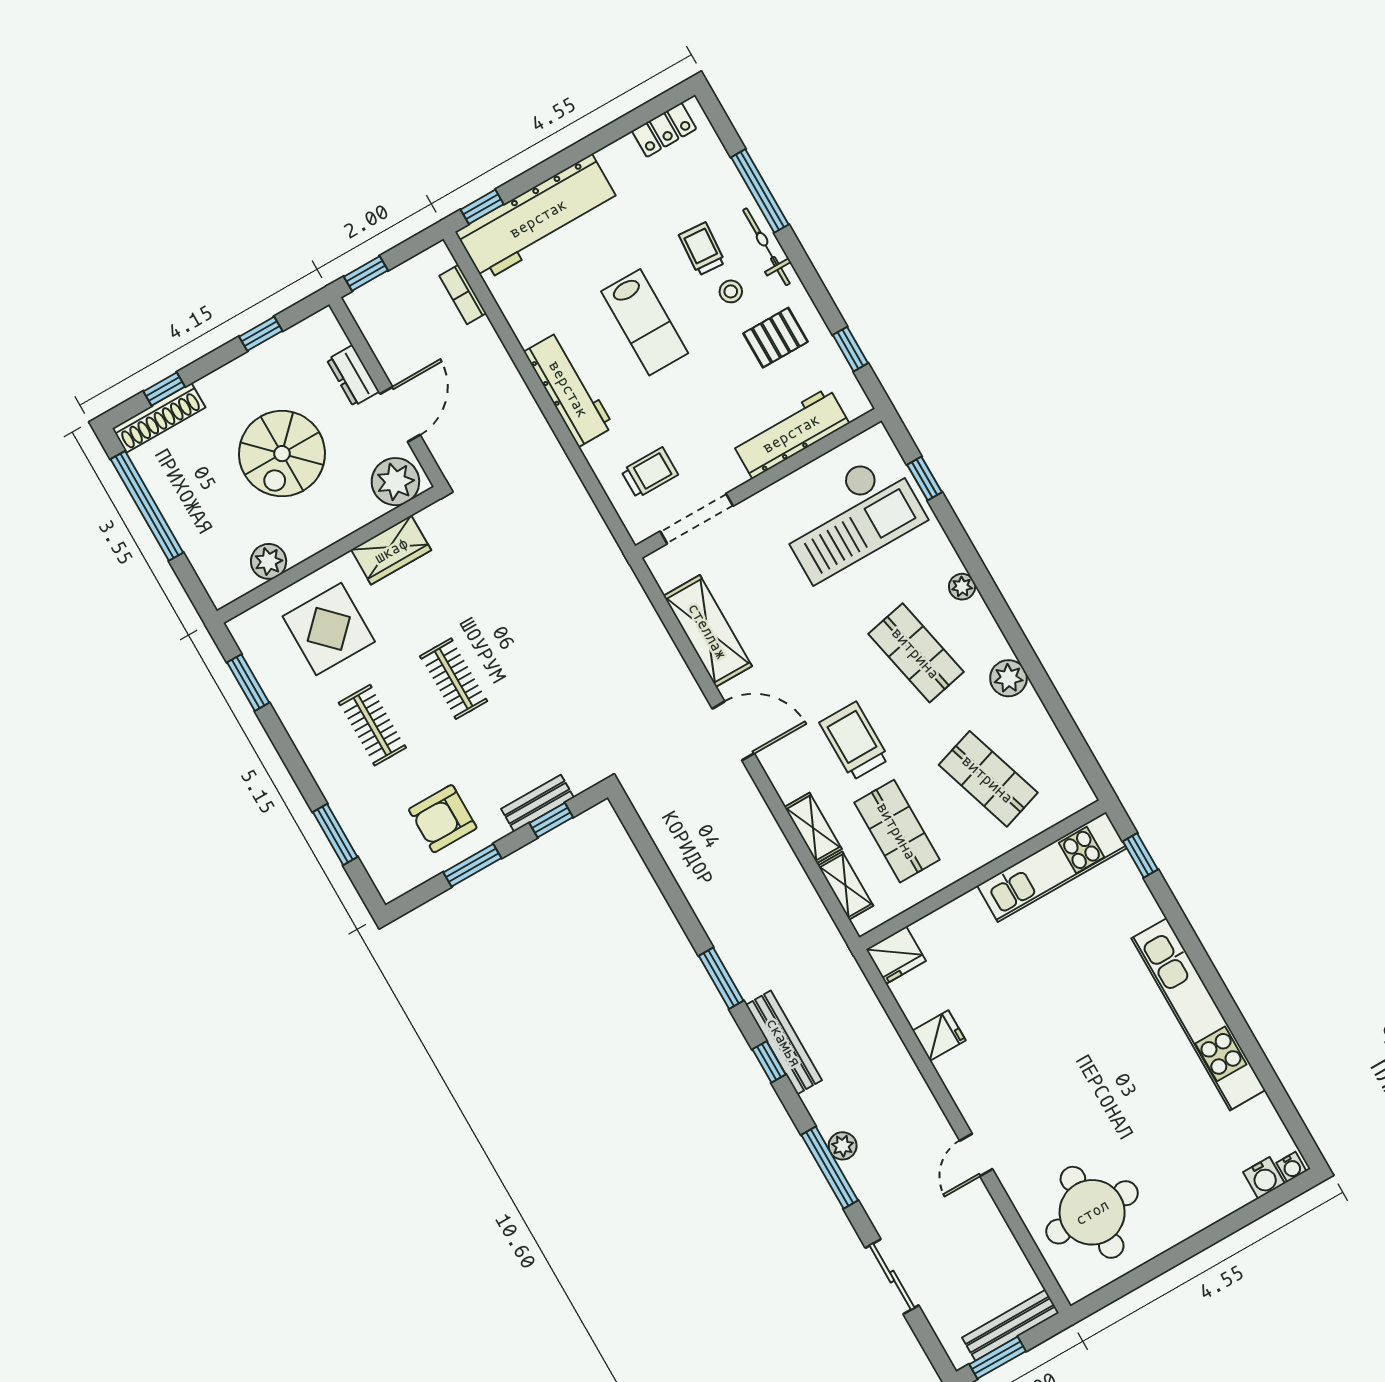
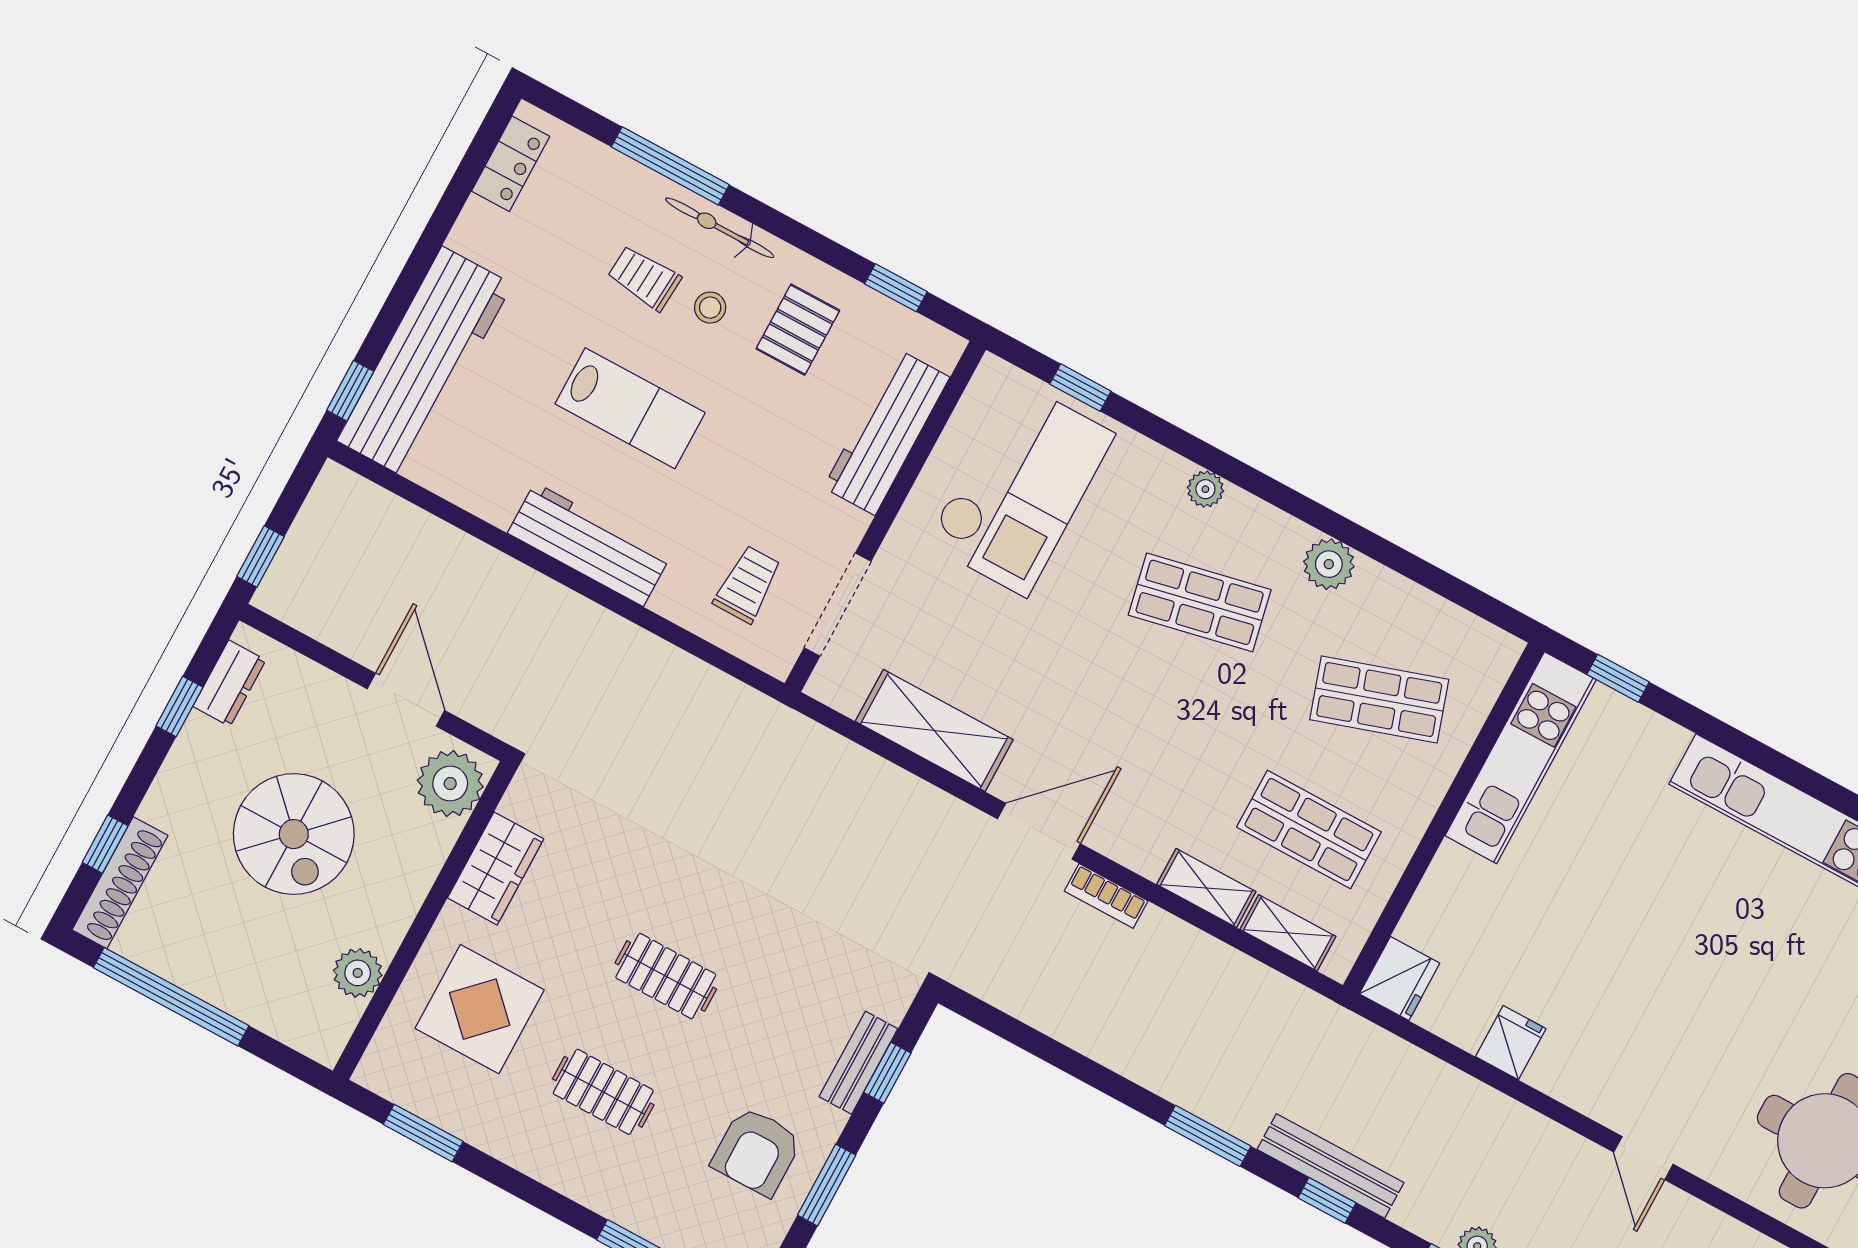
bookcase: (463, 295) -> (1106, 896), moved
dresser: (353, 376) -> (229, 683), moved, turned -90
trolley: (854, 741) -> (1191, 753), removed

